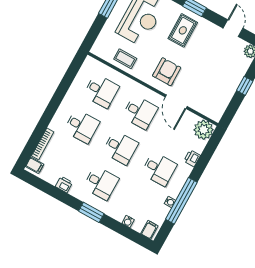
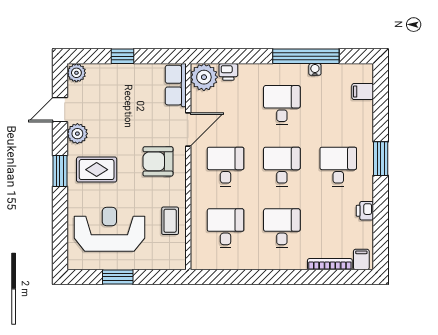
plant: (212, 31) -> (77, 134), added
row of seats: (208, 109) -> (176, 85), added
printer: (192, 158) -> (228, 72), moved
water cooler: (128, 221) -> (367, 107), removed
filing cabinet: (149, 230) -> (363, 92), moved

